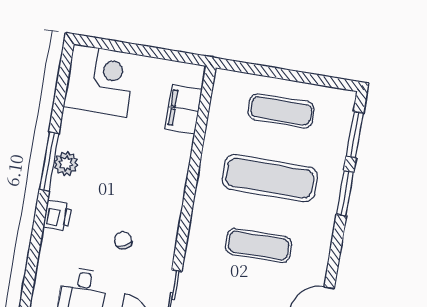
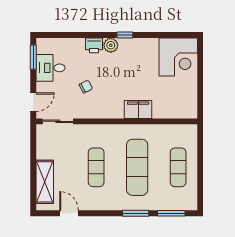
filing cabinet: (184, 109) -> (138, 109), moved
window: (49, 162) -> (125, 35), width x0.46
plant: (66, 164) -> (111, 45), moved

